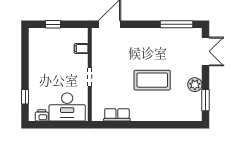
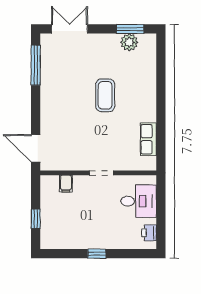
coffee table: (152, 80) -> (105, 95), width x0.73, depth x0.76
plant: (195, 85) -> (129, 42), moved
window: (25, 97) -> (97, 254), moved
desk: (67, 107) -> (139, 201), width x0.73

